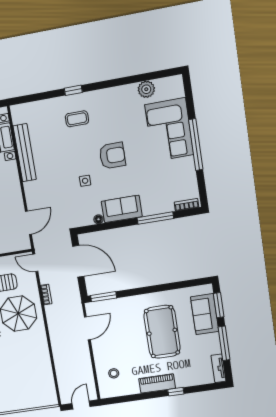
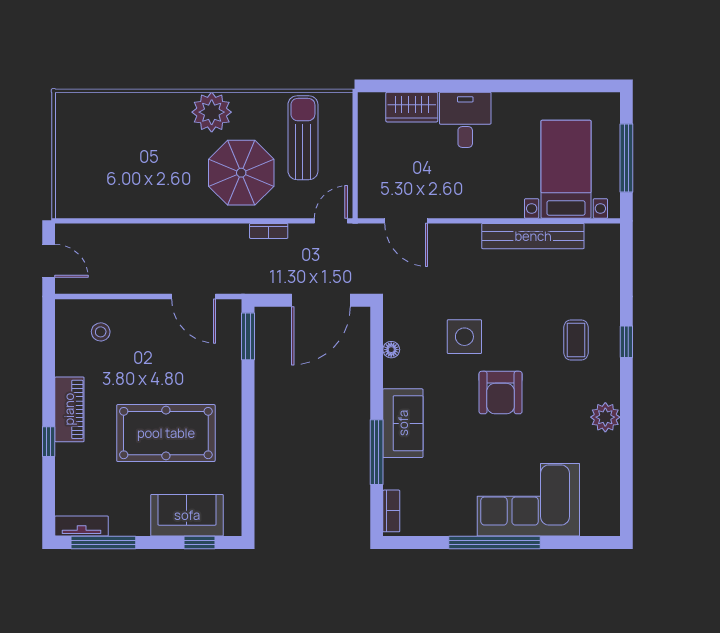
plant: (146, 89) -> (605, 417), moved
side table: (85, 181) -> (464, 337), width x1.87, depth x1.87
sofa: (122, 209) -> (403, 423), moved
window: (219, 305) -> (200, 542), width x0.67
window: (224, 343) -> (103, 542), moved

